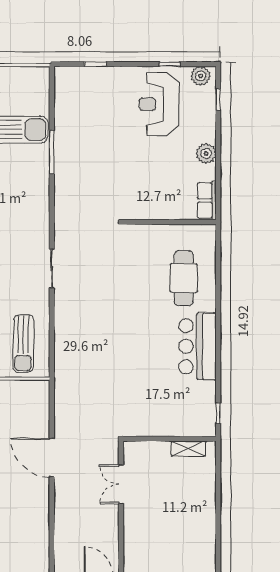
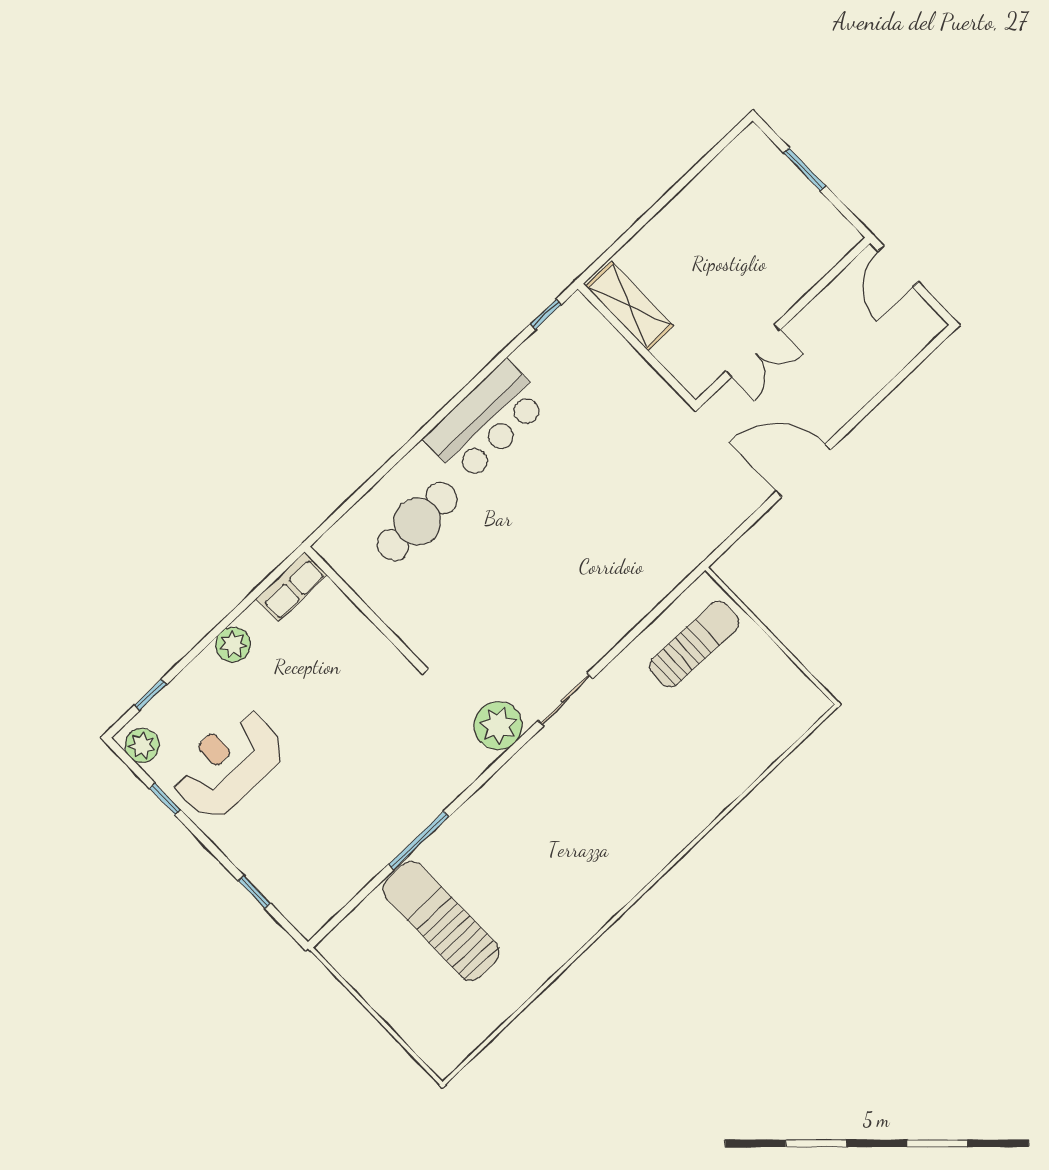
reception desk: (159, 104) -> (228, 764), turned 180
plant: (68, 230) -> (498, 726), added
shelving: (188, 448) -> (630, 306), width x1.50, depth x1.33
door: (52, 457) -> (803, 470), swing flipped

